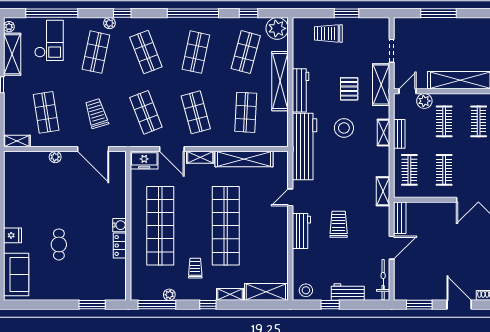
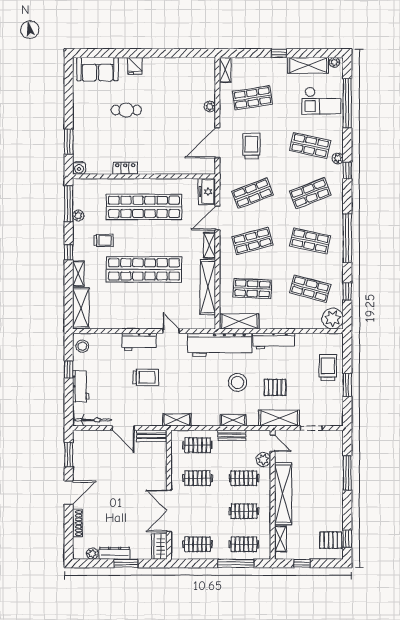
shelving: (280, 81) -> (239, 321), moved, width x0.68
trolley: (97, 113) -> (251, 146), turned -73
water cooler: (119, 225) -> (79, 168), moved

